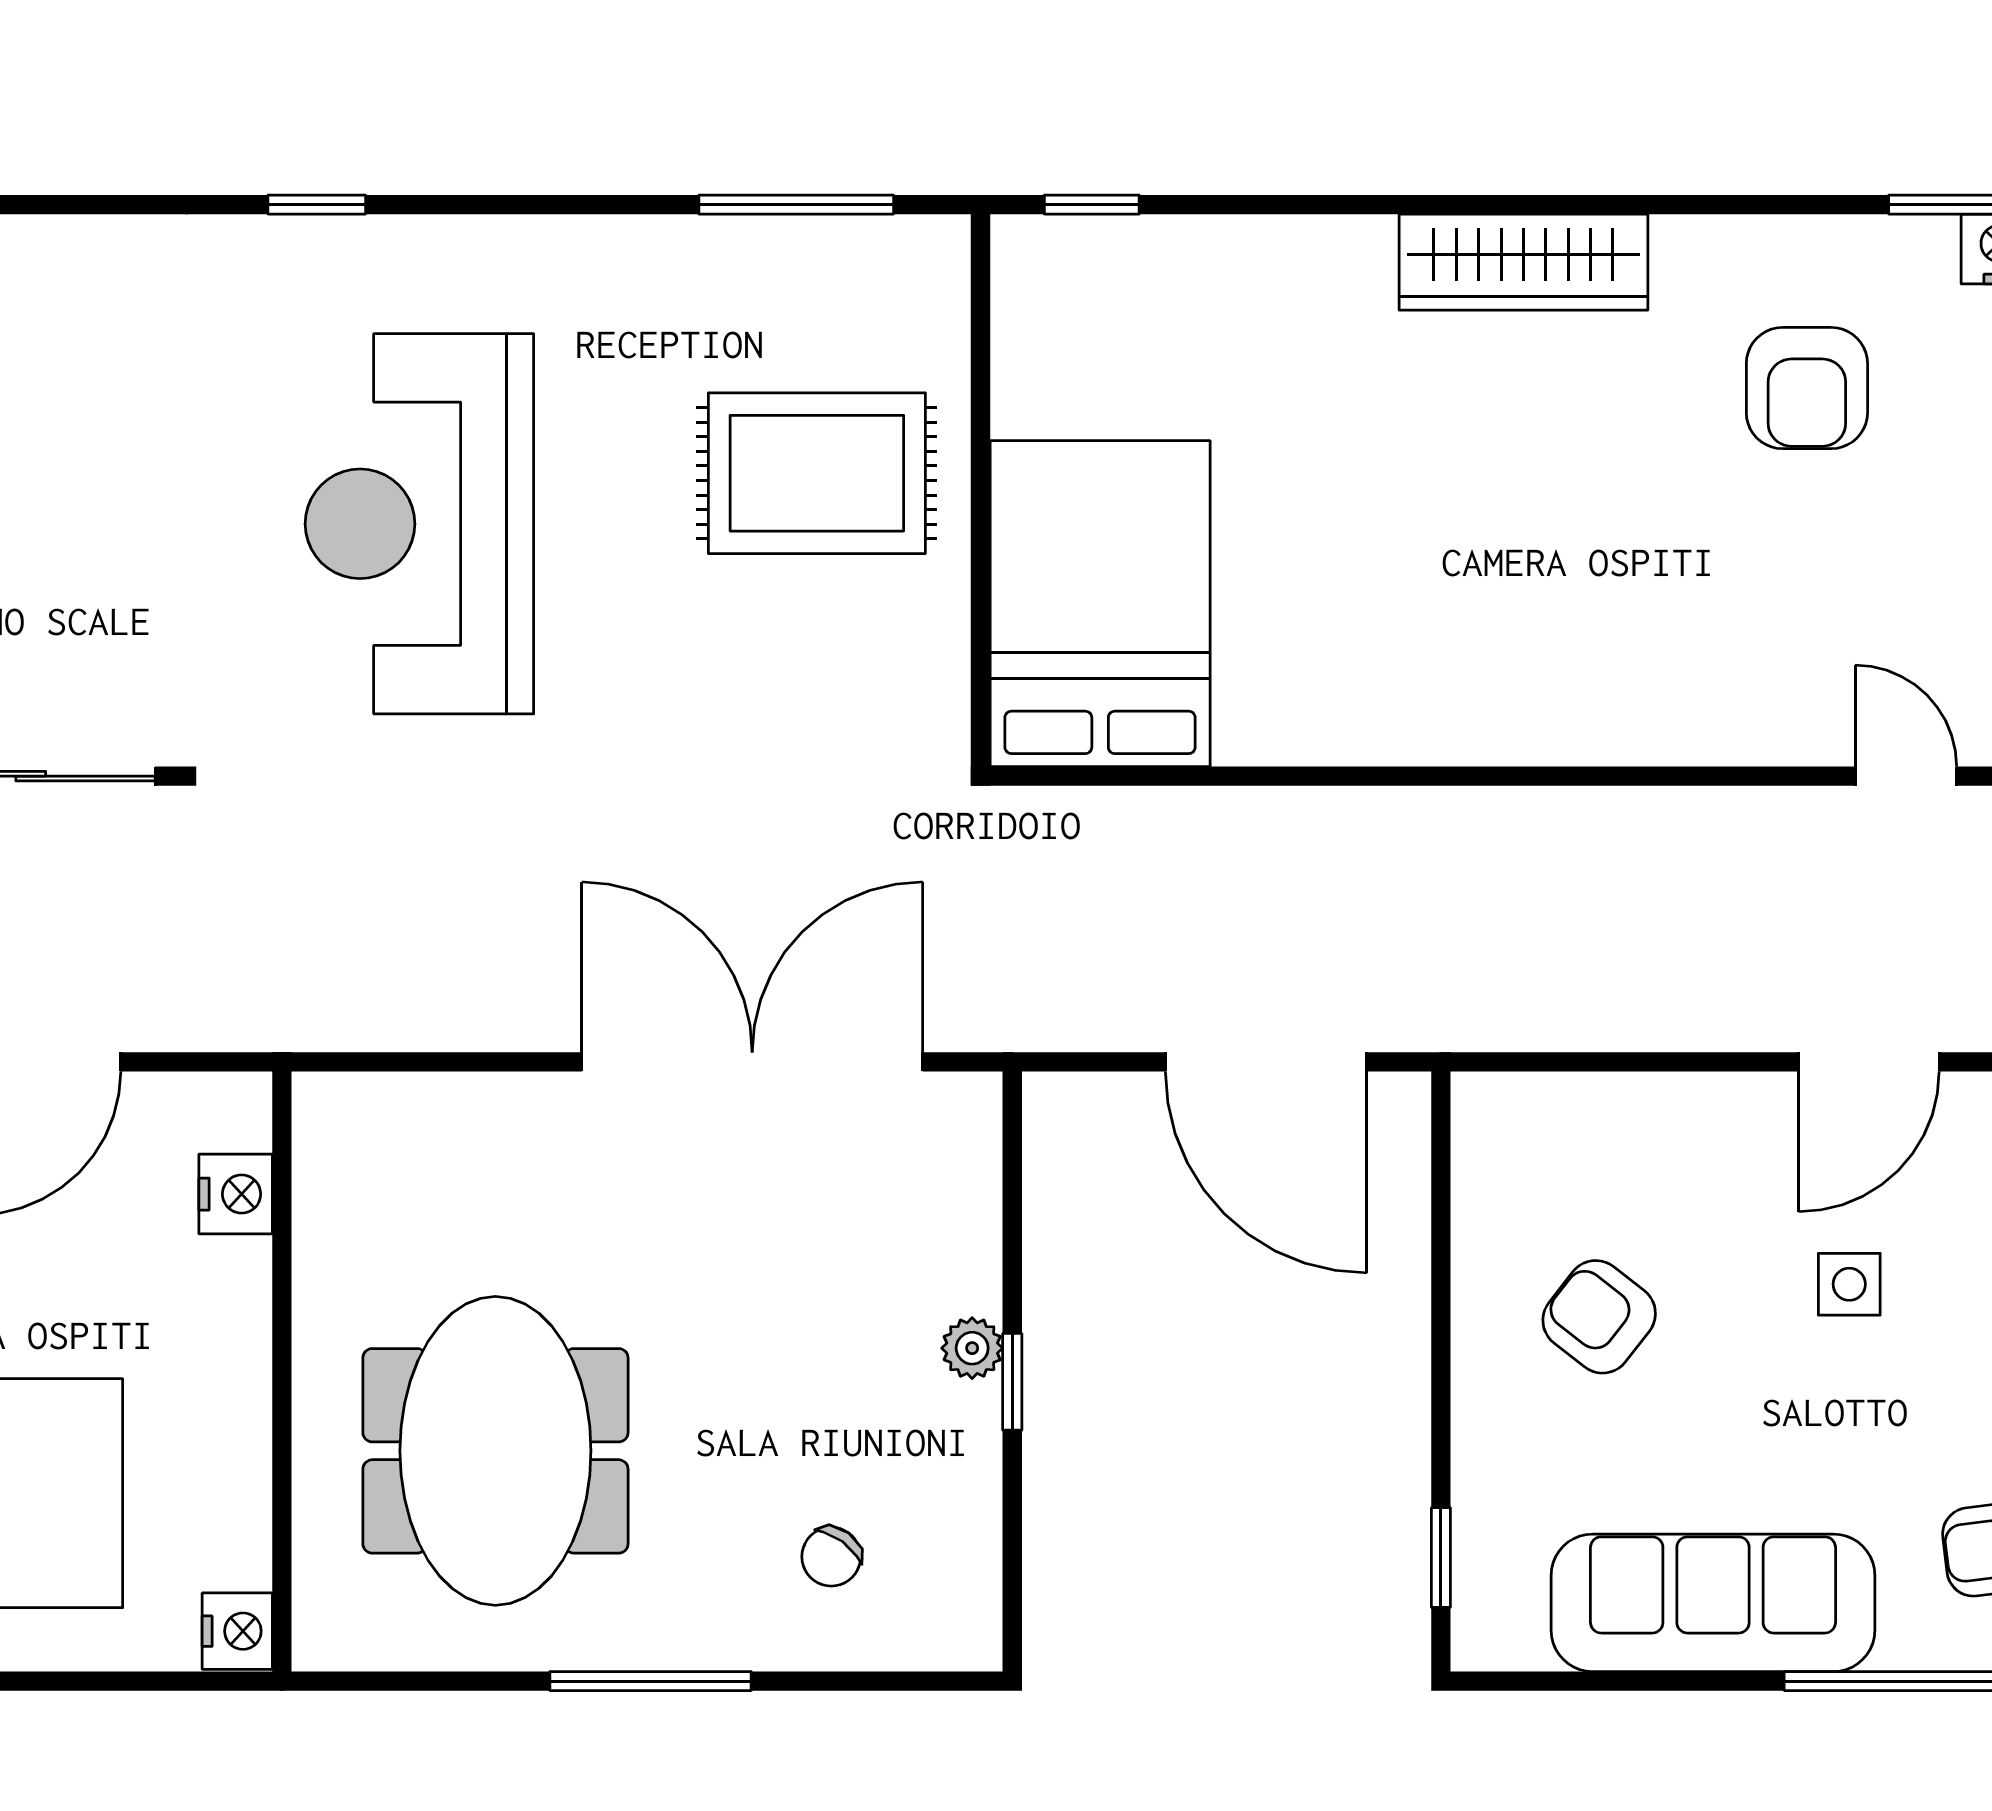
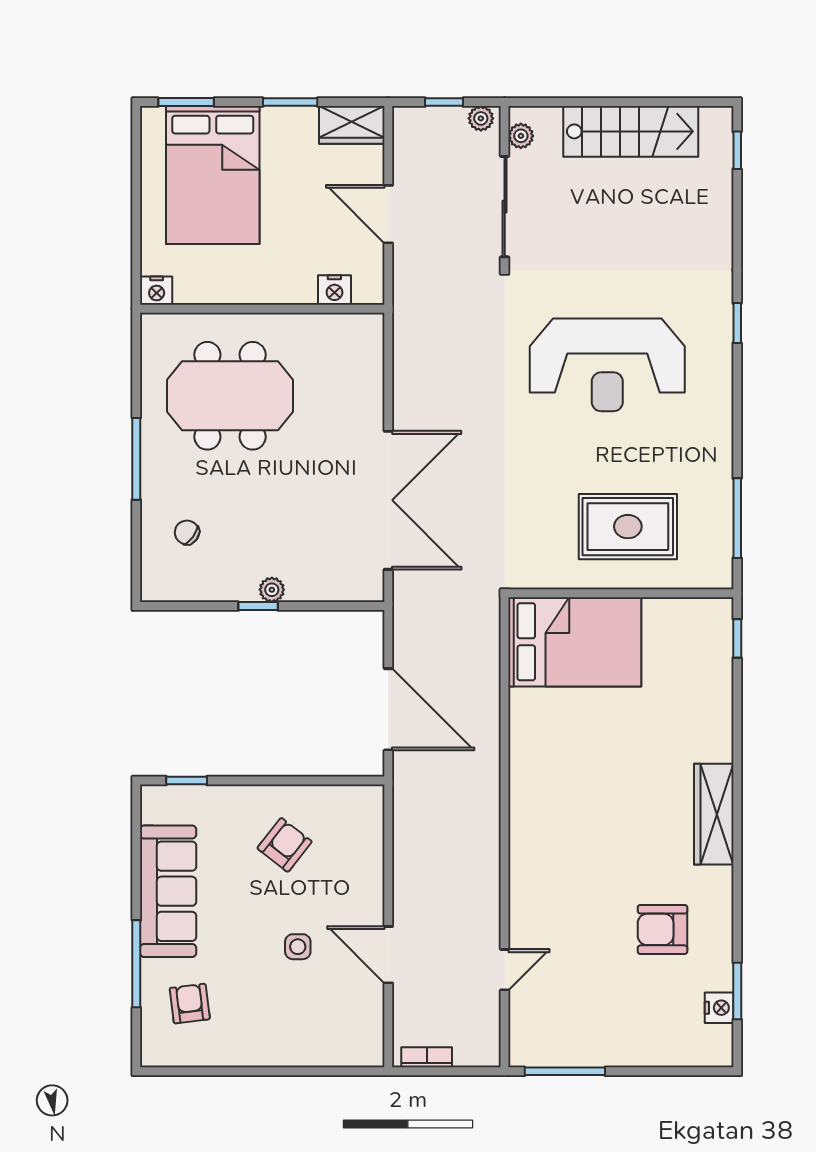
rug: (817, 473) -> (628, 527), turned 90
reception desk: (419, 524) -> (607, 365), turned 180
door: (1266, 1062) -> (388, 709), swing flipped

